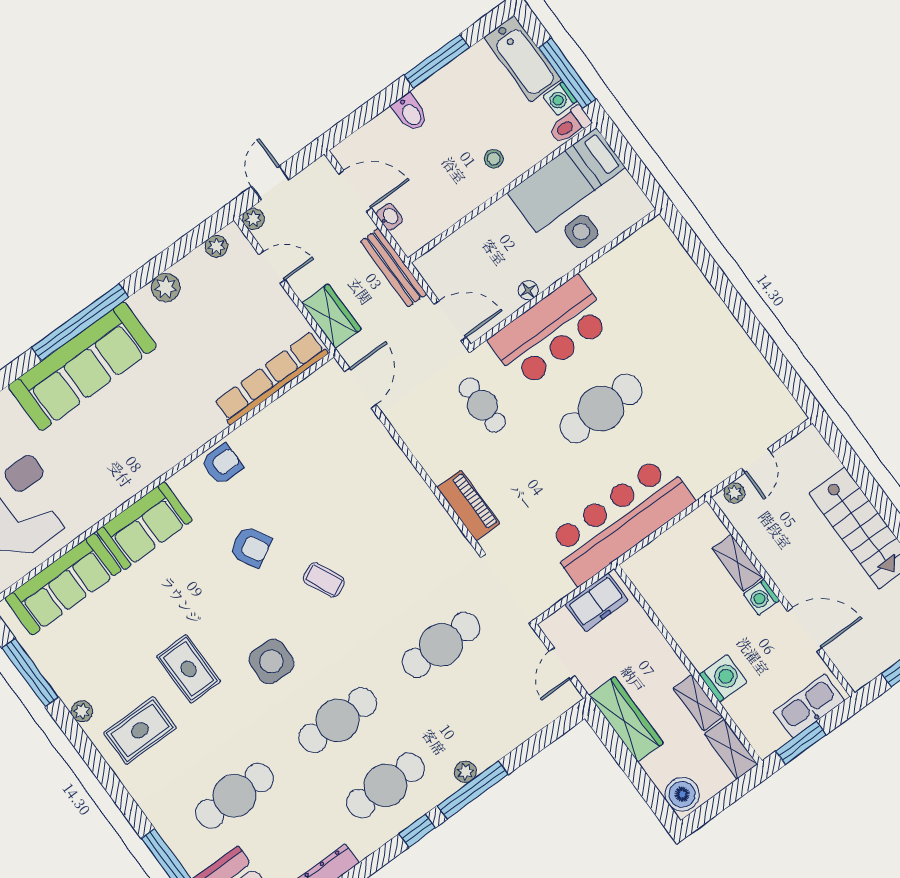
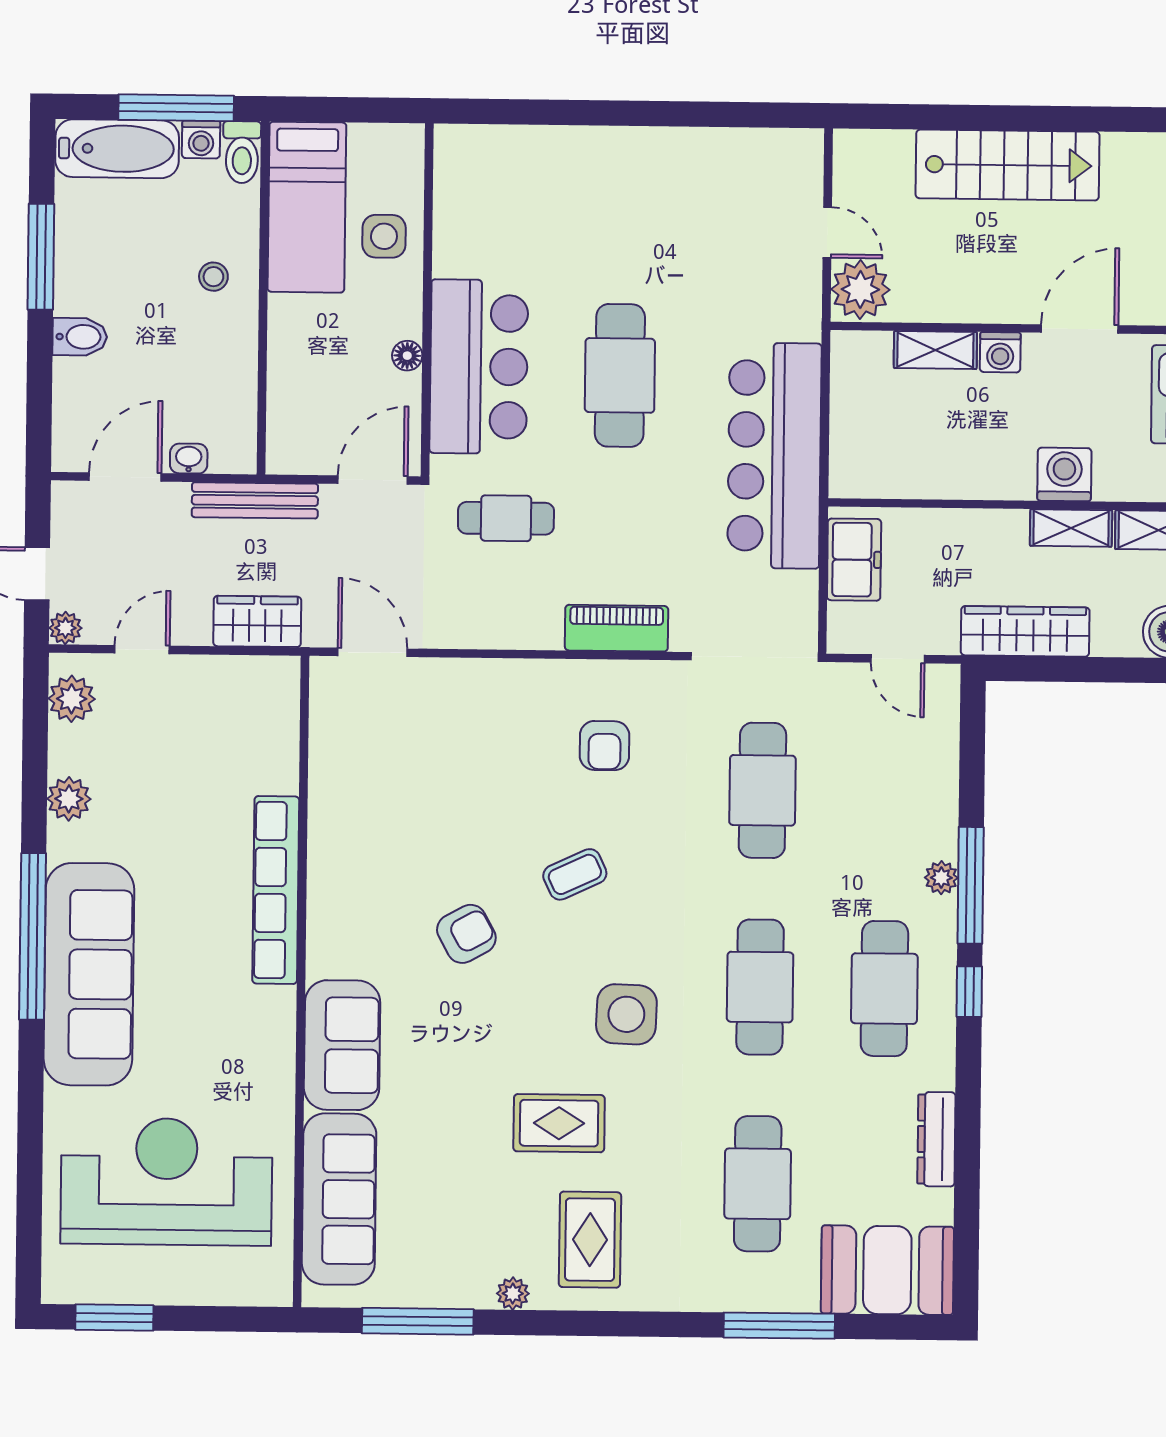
plant: (216, 246) -> (72, 699), width x1.38, depth x1.38
row of seats: (271, 378) -> (276, 890), moved
armchair: (222, 464) -> (605, 746), moved, turned 180
plant: (734, 493) -> (860, 289), width x1.87, depth x1.87

